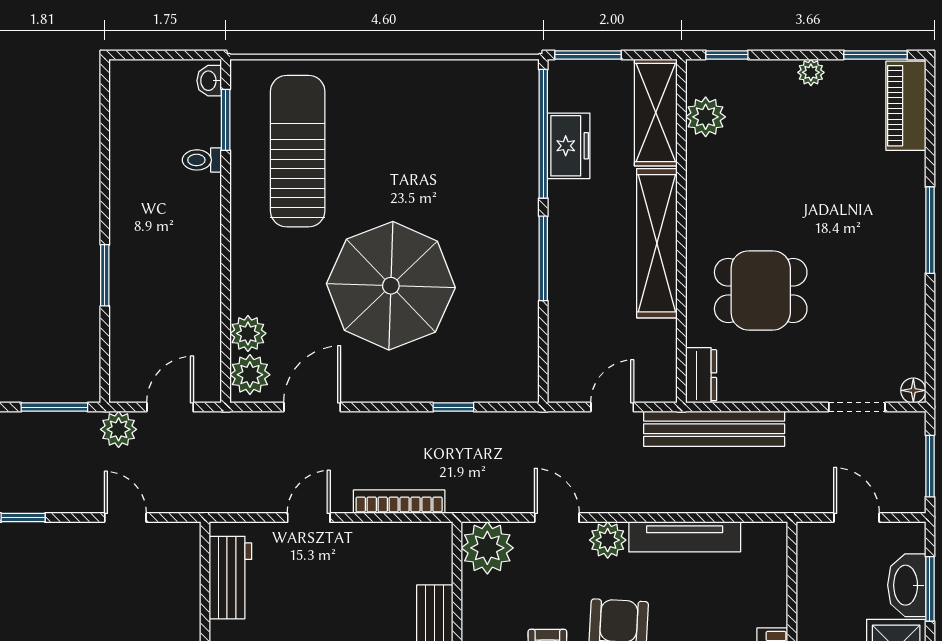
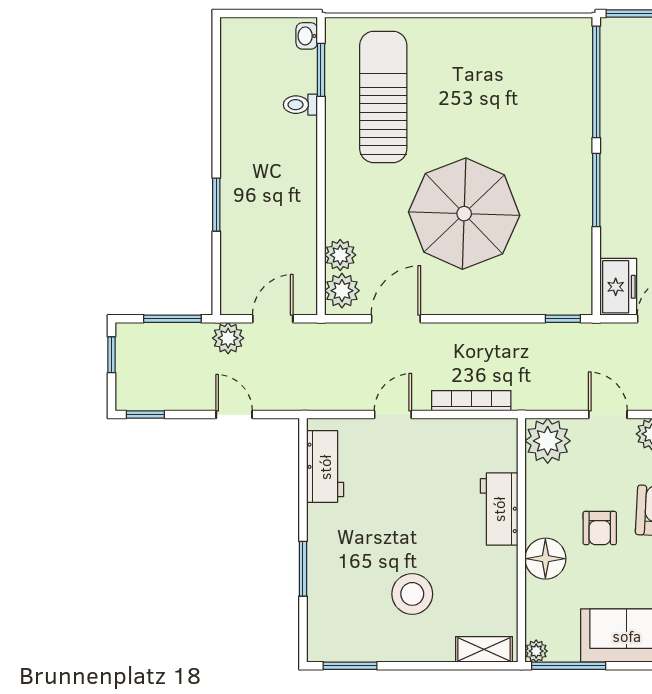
freezer: (569, 146) -> (618, 287), moved
window: (453, 407) -> (563, 319), moved

